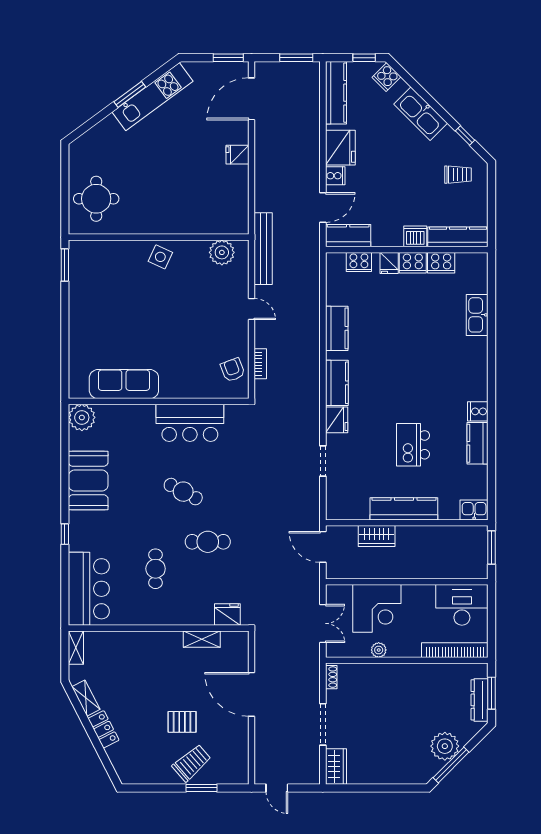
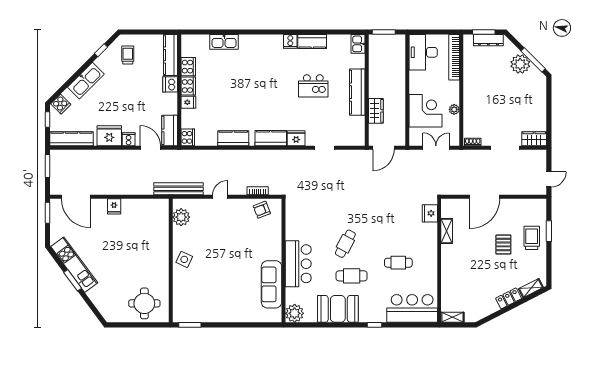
cooker: (359, 262) -> (188, 137), moved
bar counter: (190, 423) -> (298, 264), moved
cafe table: (208, 542) -> (352, 276), moved, turned 90
shelving: (86, 698) -> (531, 288), moved
trolley: (192, 763) -> (532, 238), turned 41

